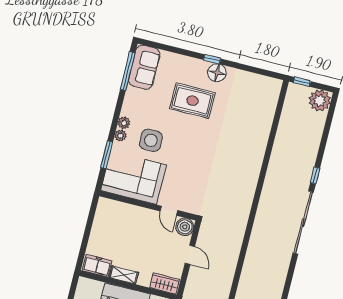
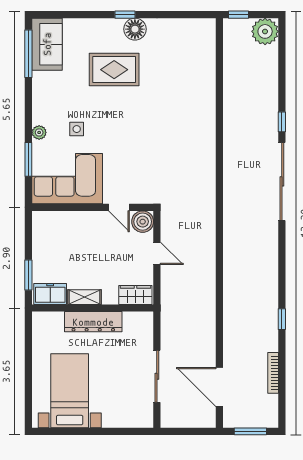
plant: (124, 123) -> (39, 117), removed
side table: (151, 140) -> (77, 129), width x0.54, depth x0.54
window: (84, 246) -> (28, 275), added

